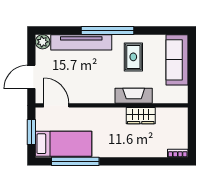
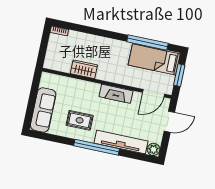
rug: (133, 57) -> (80, 120), turned 90
fireplace: (134, 96) -> (116, 94), moved
door: (56, 105) -> (154, 93), hinge flipped

